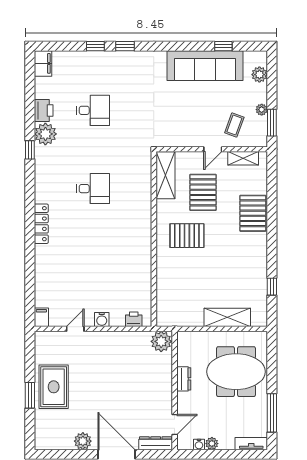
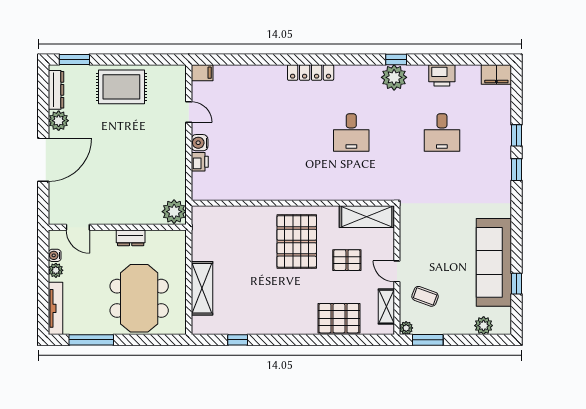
plant: (262, 110) -> (406, 328), moved
plant: (45, 134) -> (394, 77), moved
pallet: (203, 192) -> (347, 260), width x0.67, depth x0.71
pallet: (253, 213) -> (339, 318), moved
pallet: (187, 236) -> (297, 241), width x1.37, depth x1.41
printer: (134, 319) -> (200, 162), moved
window: (30, 395) -> (74, 59), moved
dresser: (156, 443) -> (56, 90), moved
tv unit: (251, 444) -> (56, 308), width x1.41

